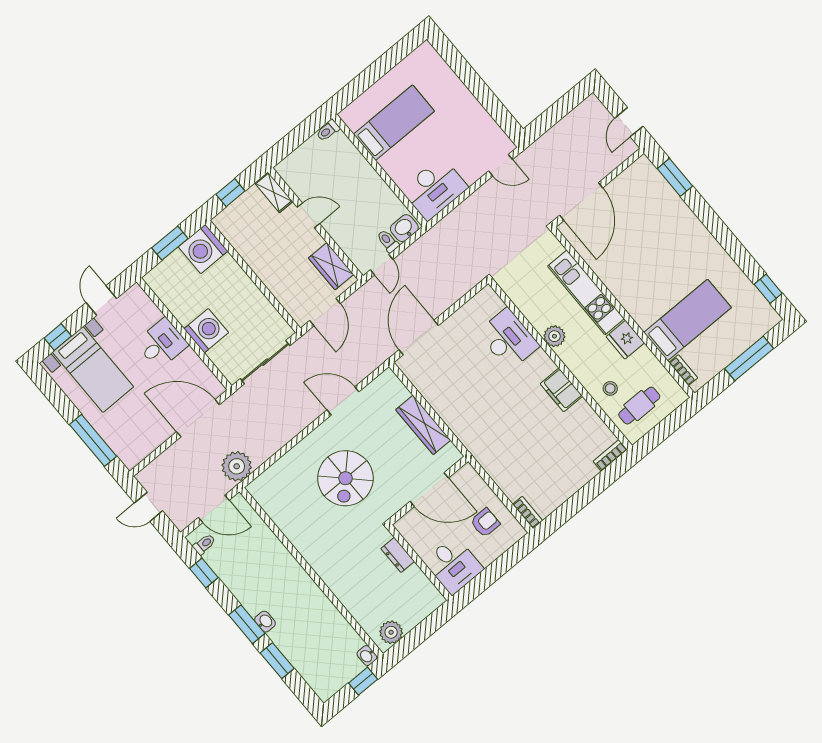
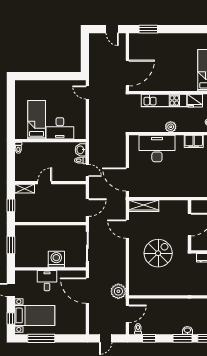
door: (501, 165) -> (87, 92), swing flipped
desk: (435, 189) -> (60, 128), moved, turned 90
door: (581, 202) -> (127, 73), hinge flipped
washing machine: (203, 249) -> (24, 234), removed
wardrobe: (331, 266) -> (72, 190), removed
door: (325, 312) -> (87, 207), hinge flipped
desk: (508, 339) -> (157, 149), width x1.36, depth x1.30
door: (343, 401) -> (127, 229), hinge flipped
door: (198, 418) -> (87, 291), hinge flipped
wardrobe: (423, 425) -> (144, 206), moved
window: (93, 440) -> (41, 338), moved
spiral stairs: (345, 478) -> (158, 253), turned -90

